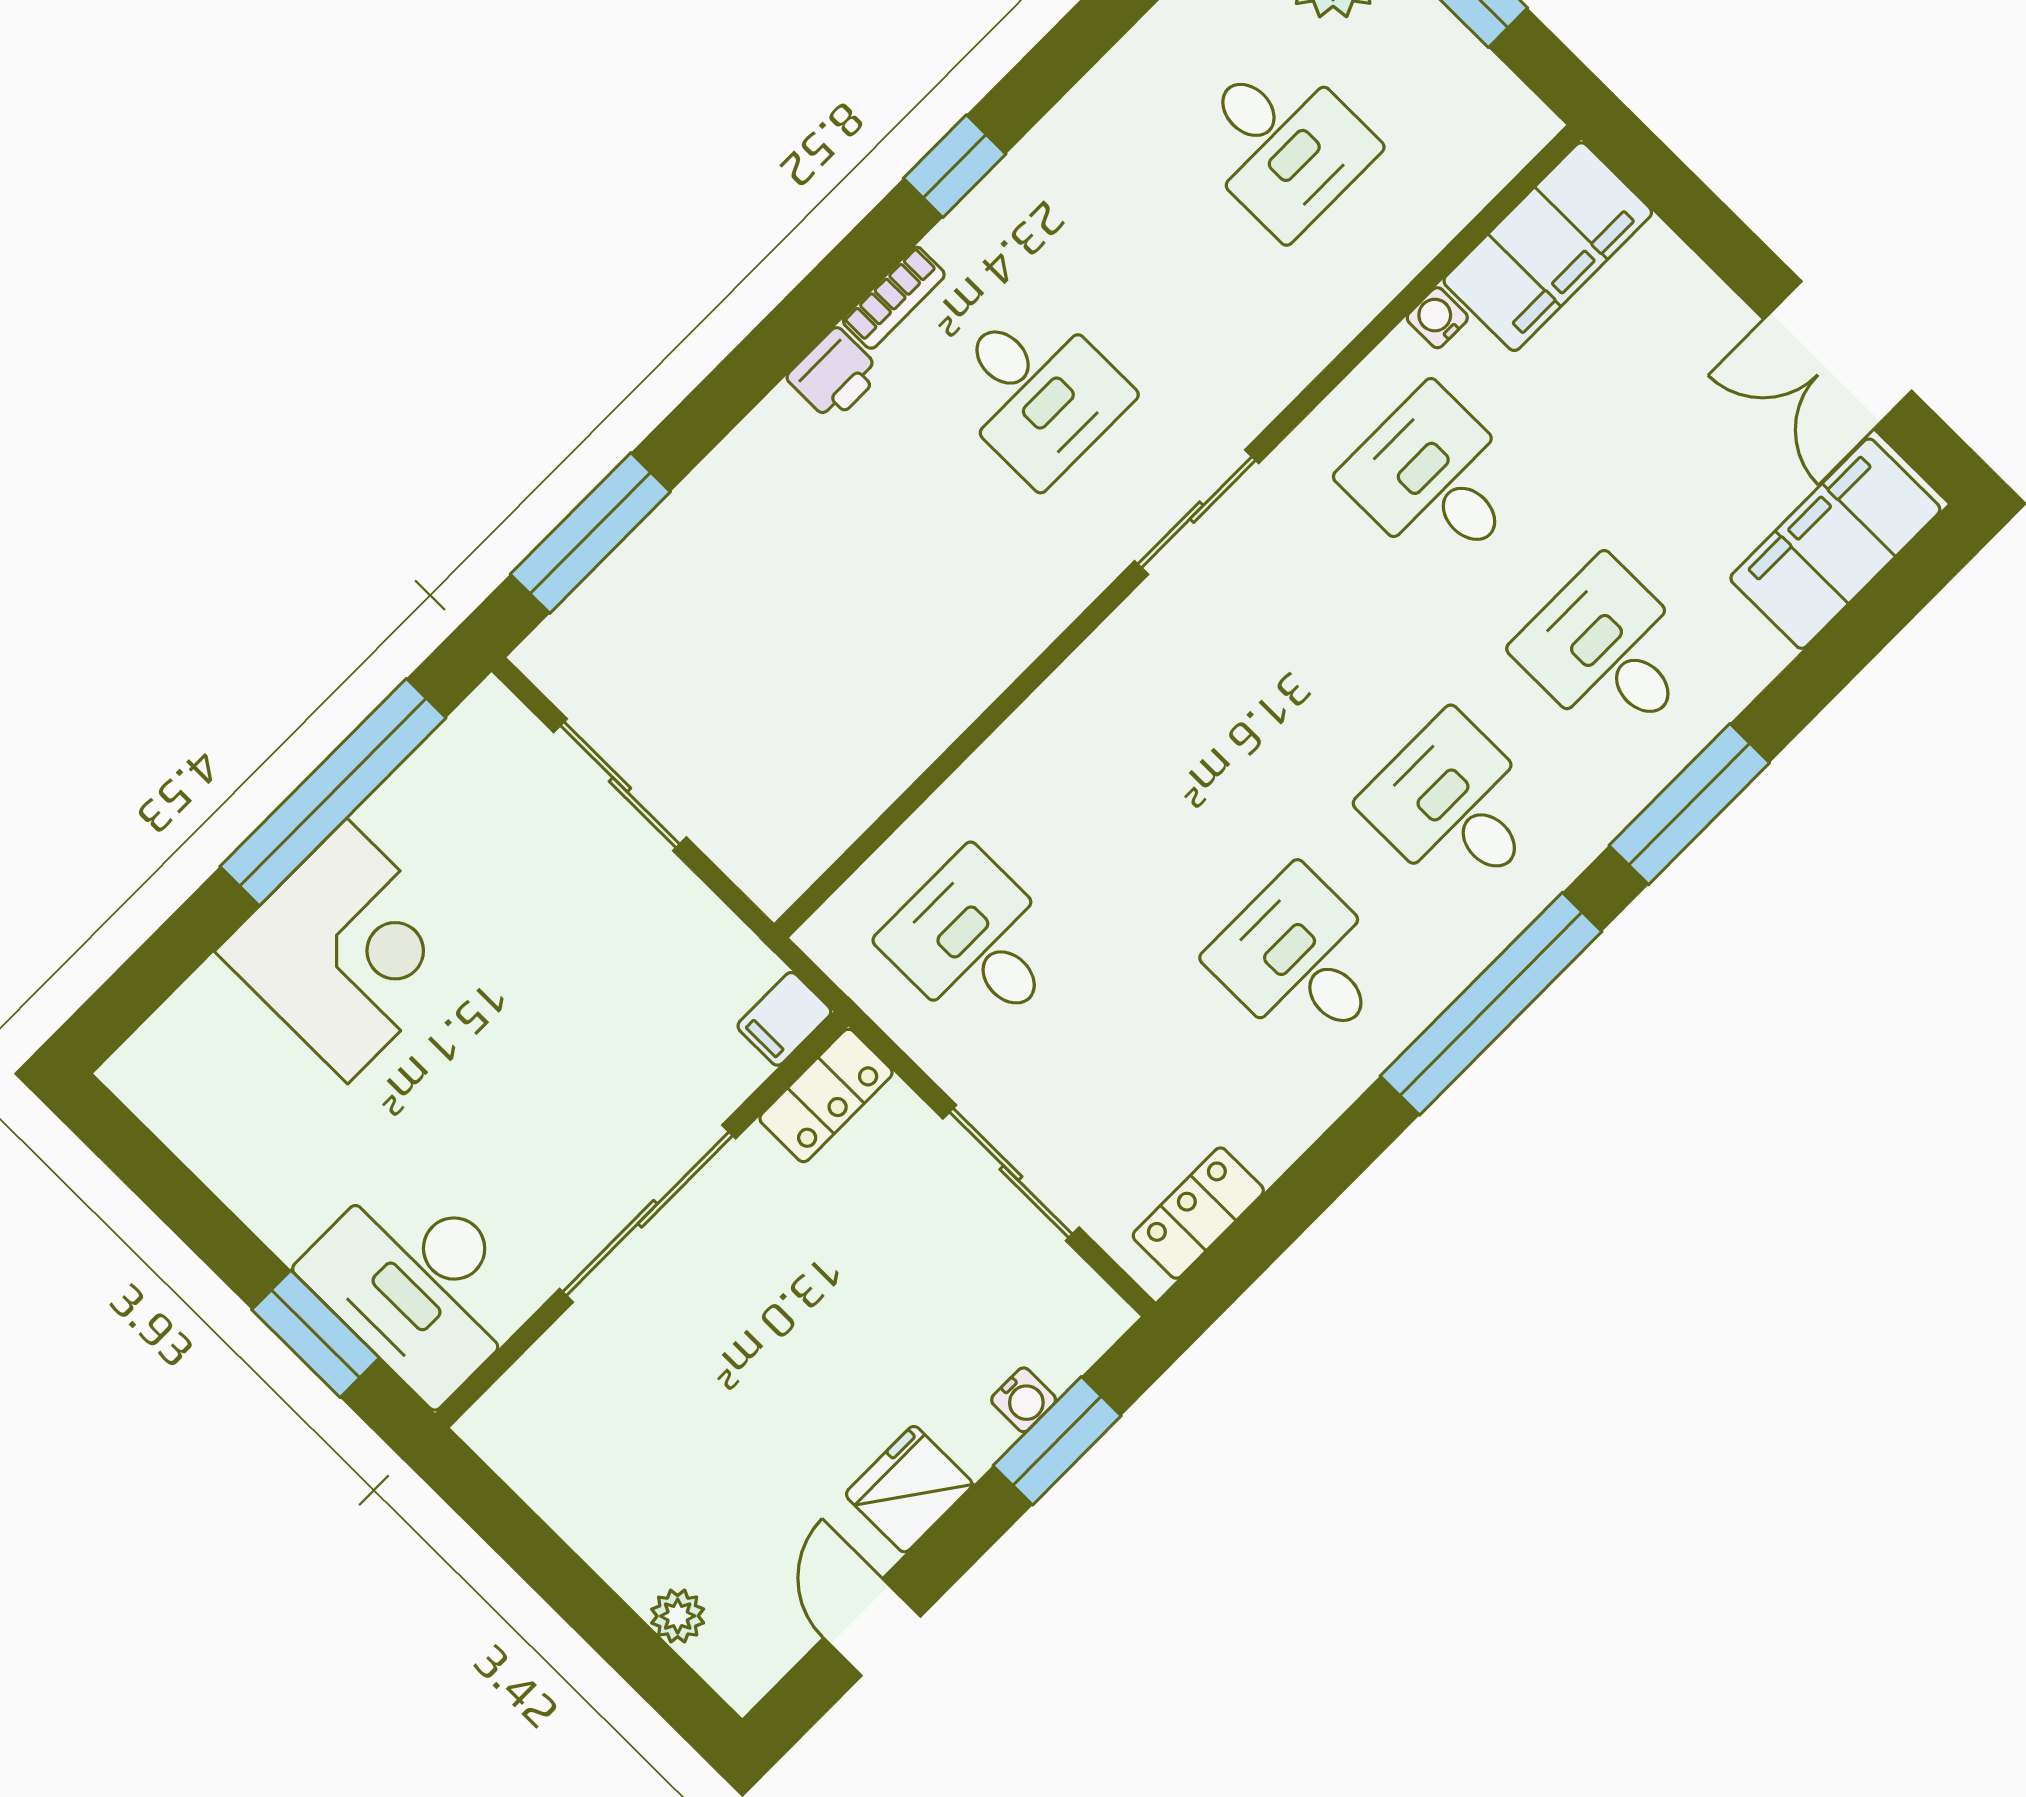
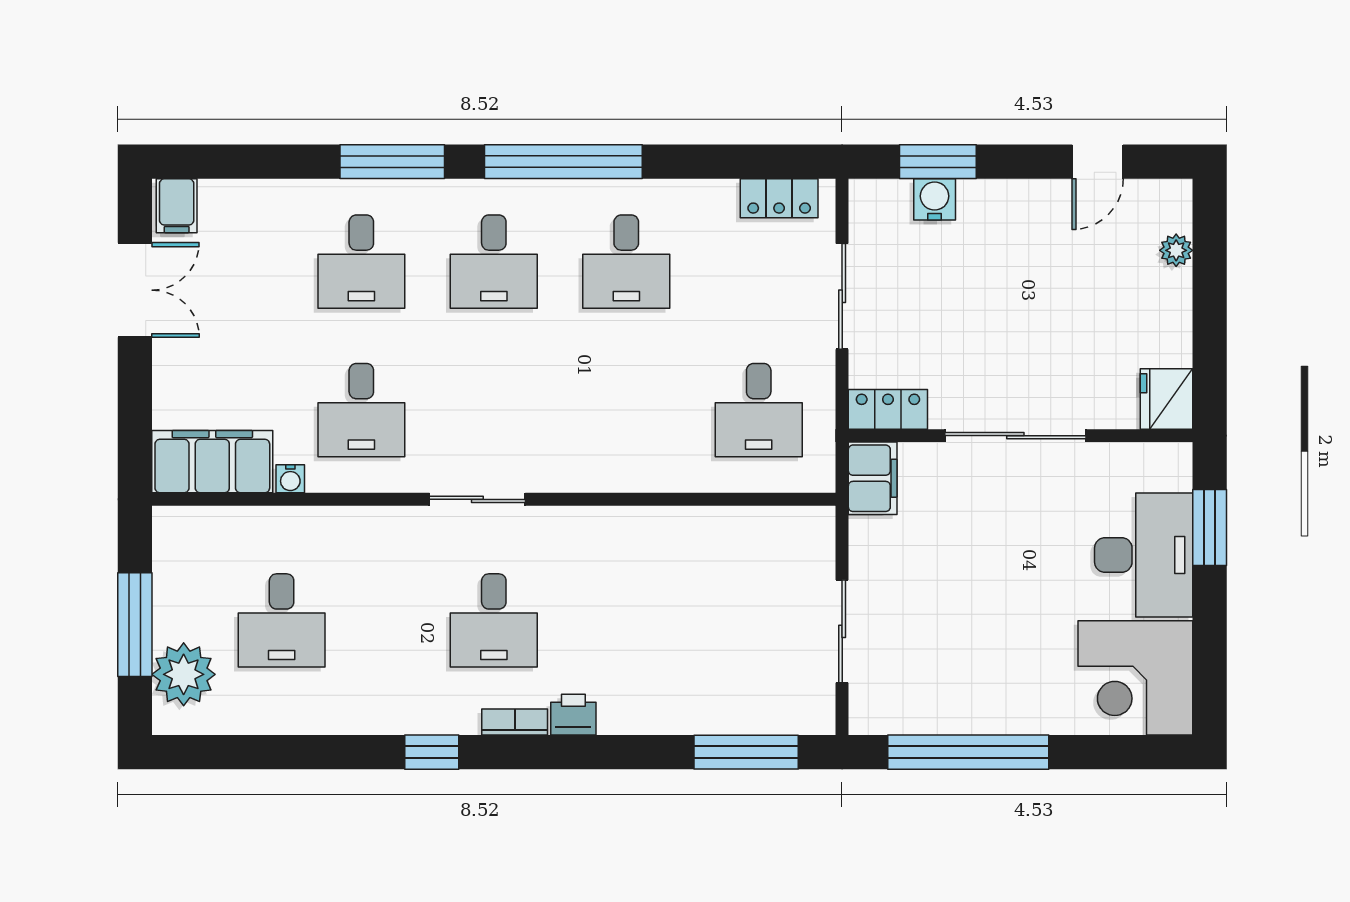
desk: (1282, 143) -> (282, 620), turned 180
desk: (1036, 391) -> (494, 620), turned 180
filing cabinet: (1835, 544) -> (177, 206), width x0.33, depth x0.86
corner desk: (347, 951) -> (1135, 678), moved, turned -90
filing cabinet: (784, 1019) -> (873, 478), width x2.00
desk: (419, 1284) -> (1144, 555), moved
water cooler: (1024, 1400) -> (935, 199), width x1.38, depth x1.38
fridge: (909, 1489) -> (1166, 399), moved, turned 90

